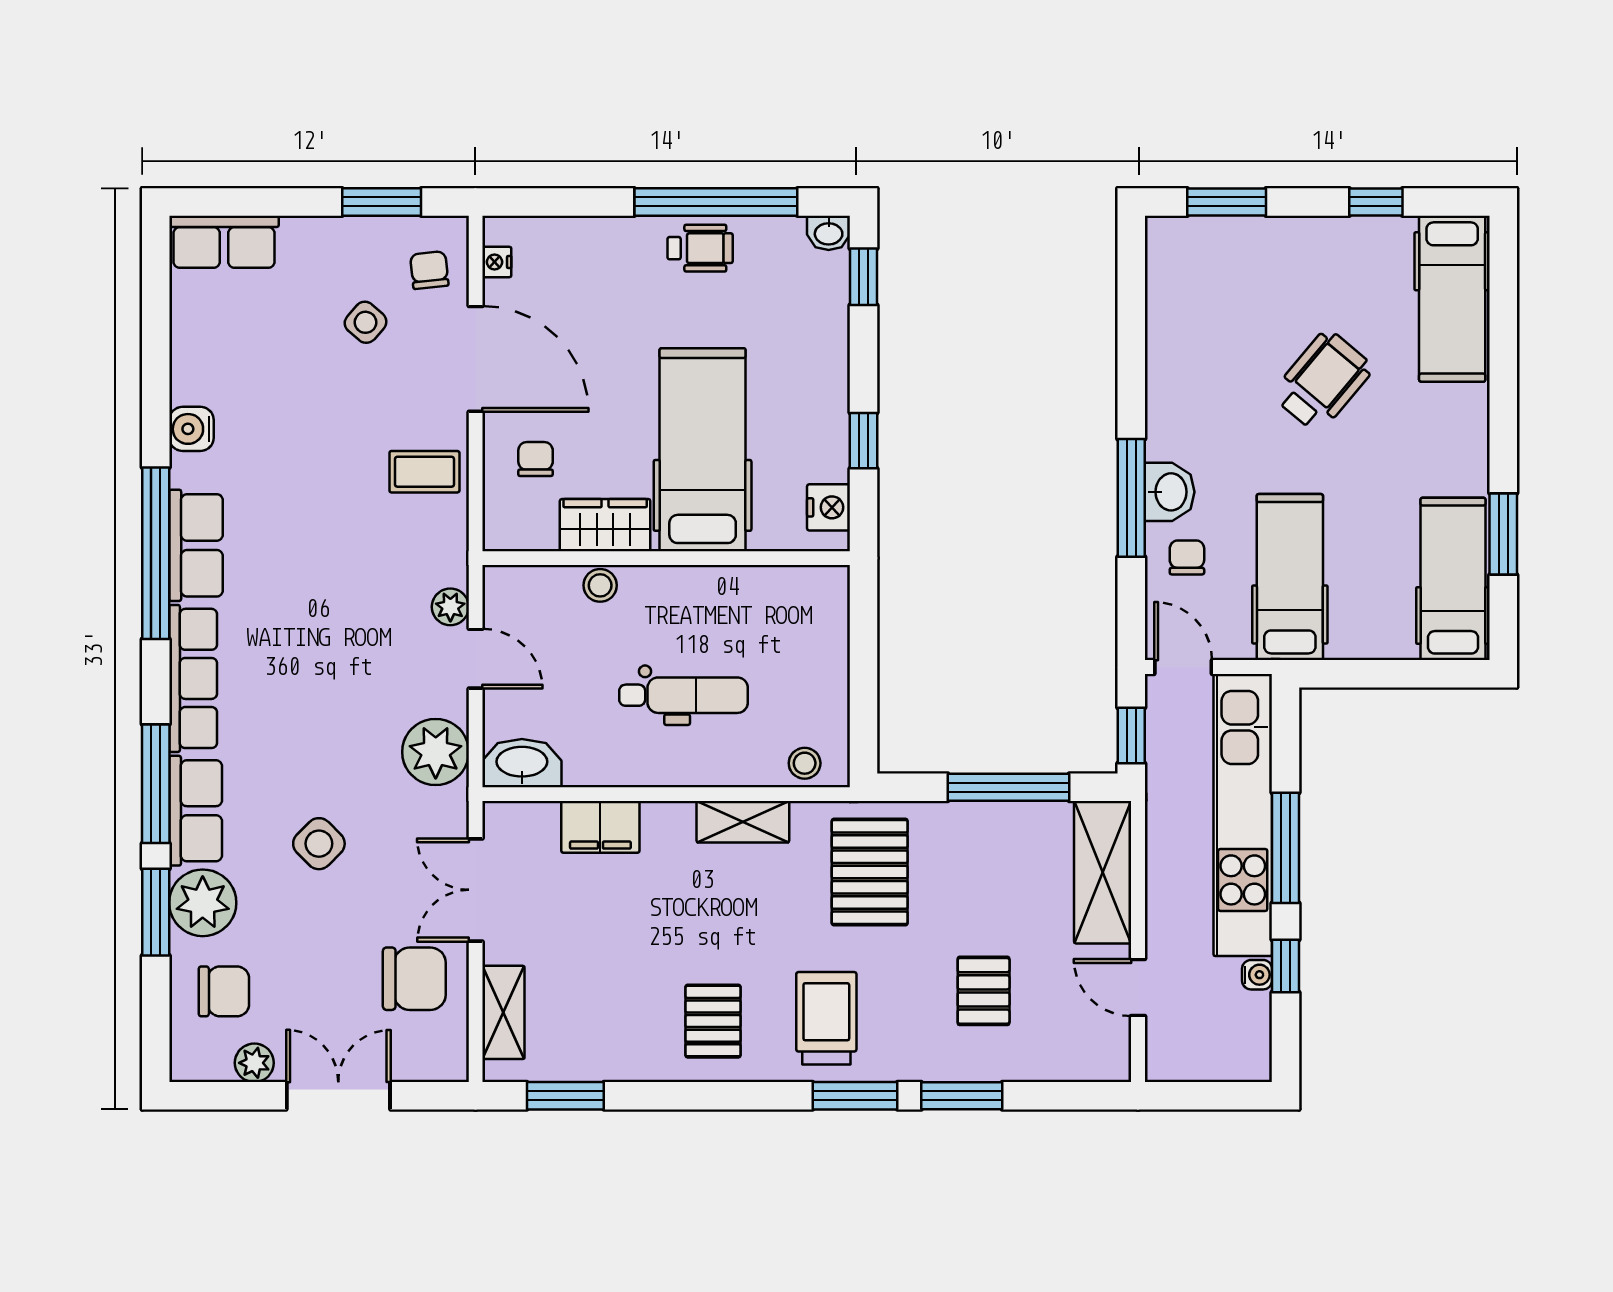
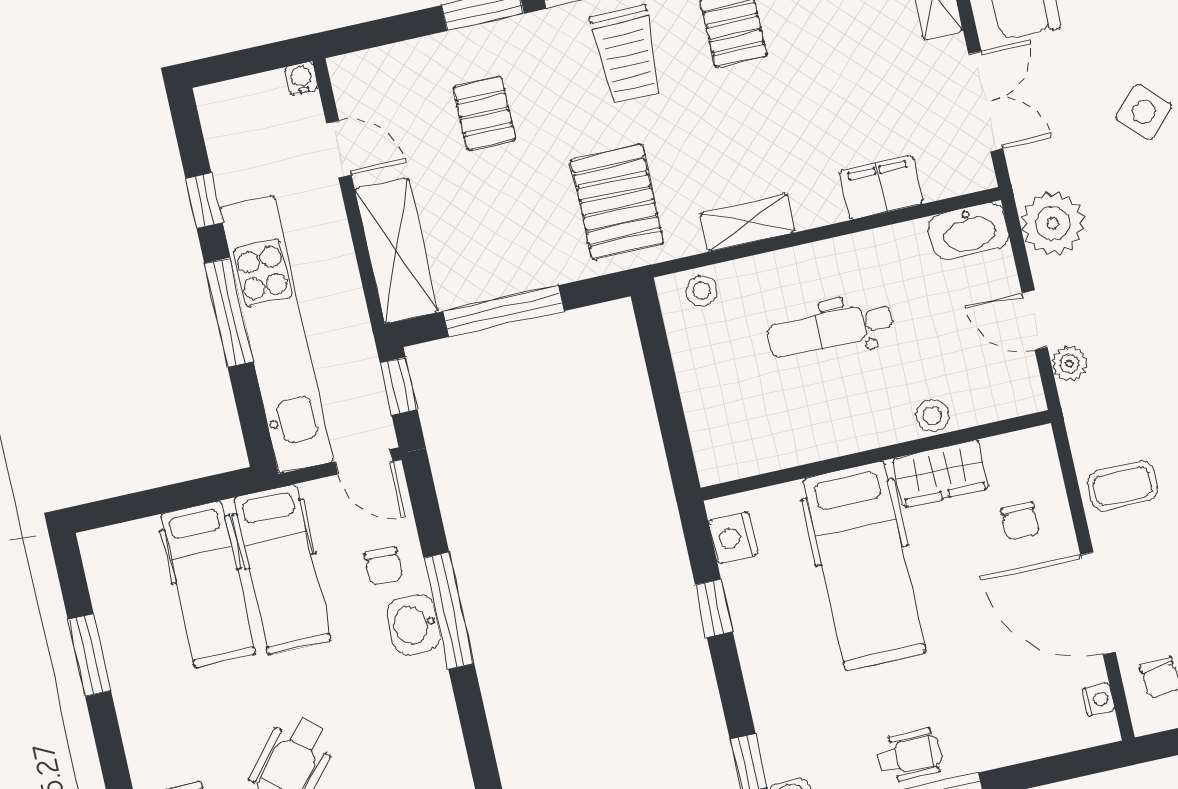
wheelchair: (700, 248) -> (909, 756), turned 180
hospital bed: (1453, 579) -> (208, 584), moved
water cooler: (1257, 975) -> (302, 78), moved, turned 90

